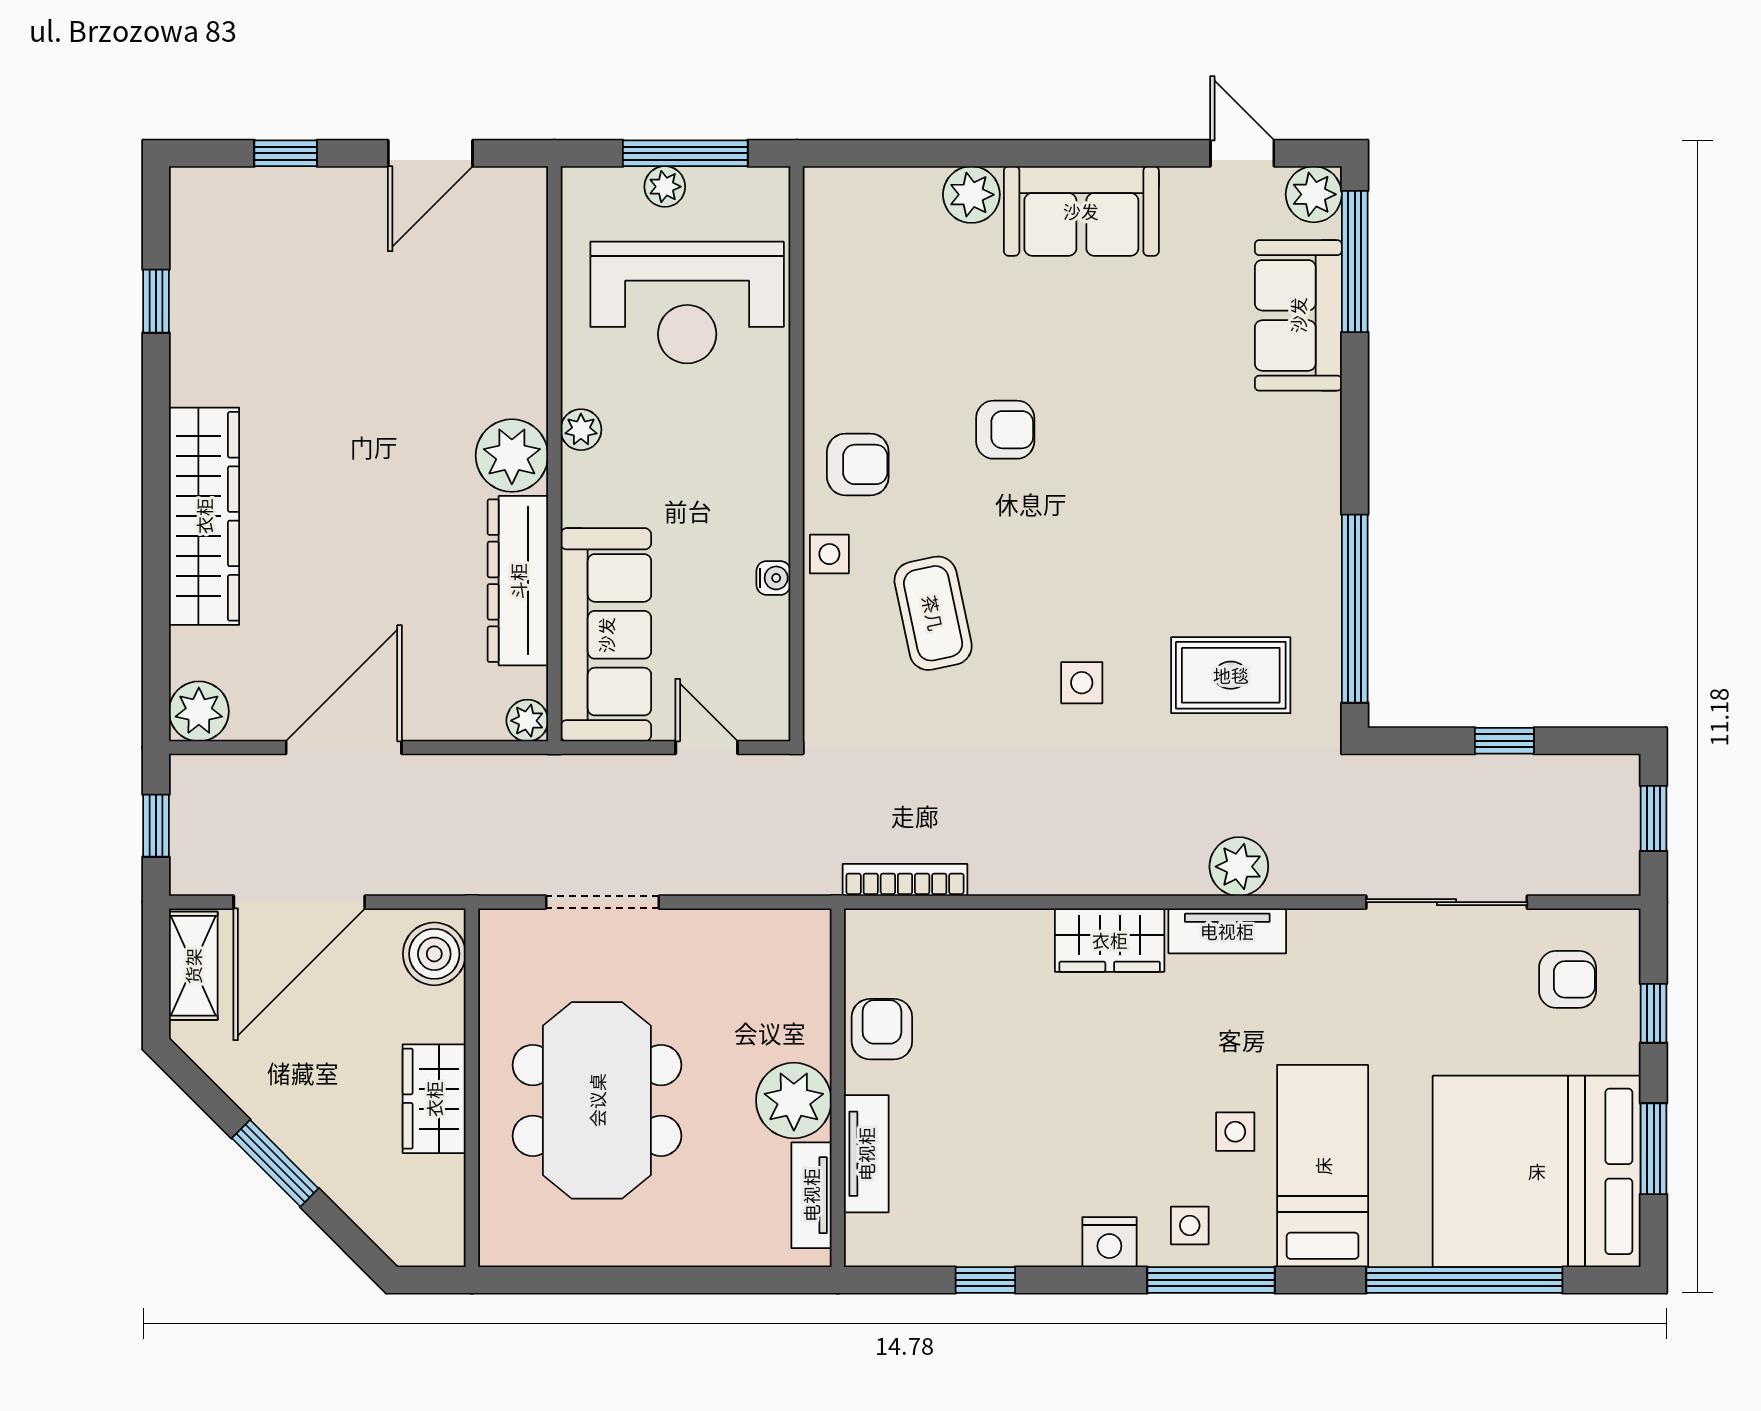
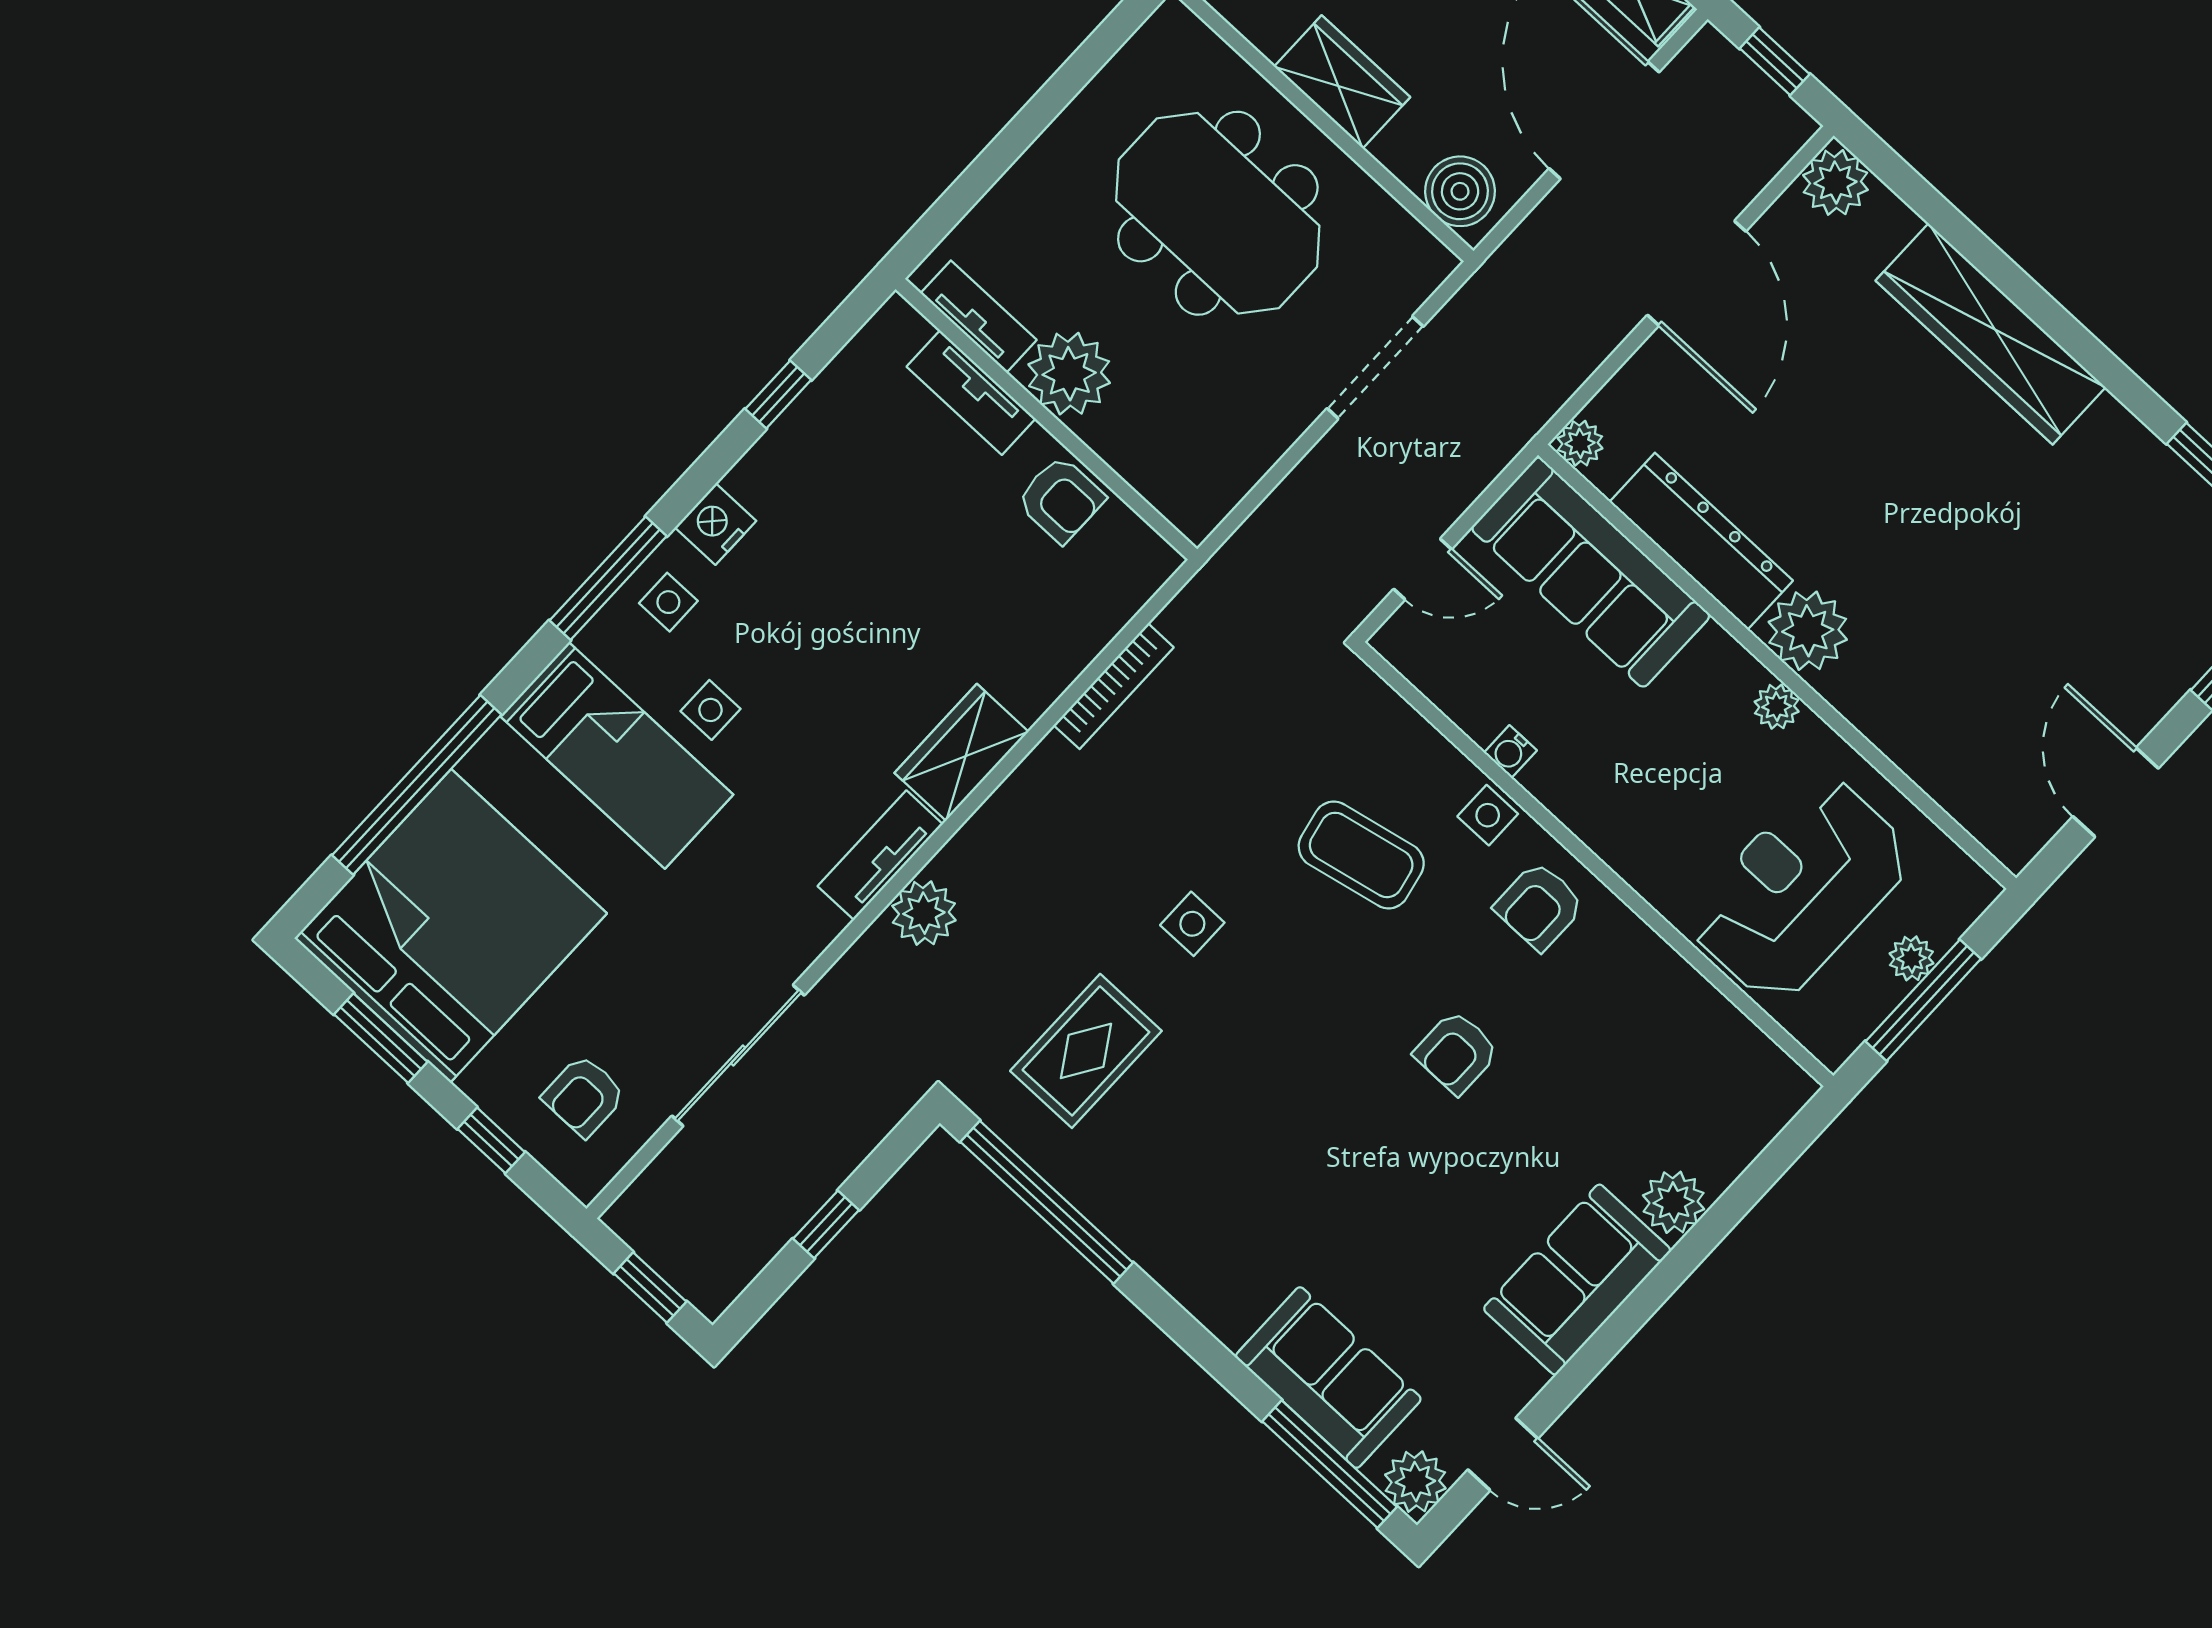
bookcase: (905, 880) -> (1114, 686), moved

